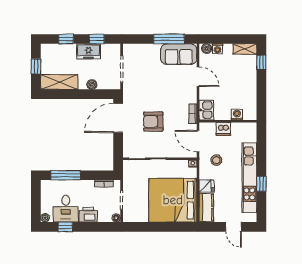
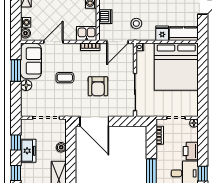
window: (169, 39) -> (16, 71), width x0.69
floor lamp: (154, 49) -> (26, 85), added
coffee table: (162, 88) -> (65, 78), added

